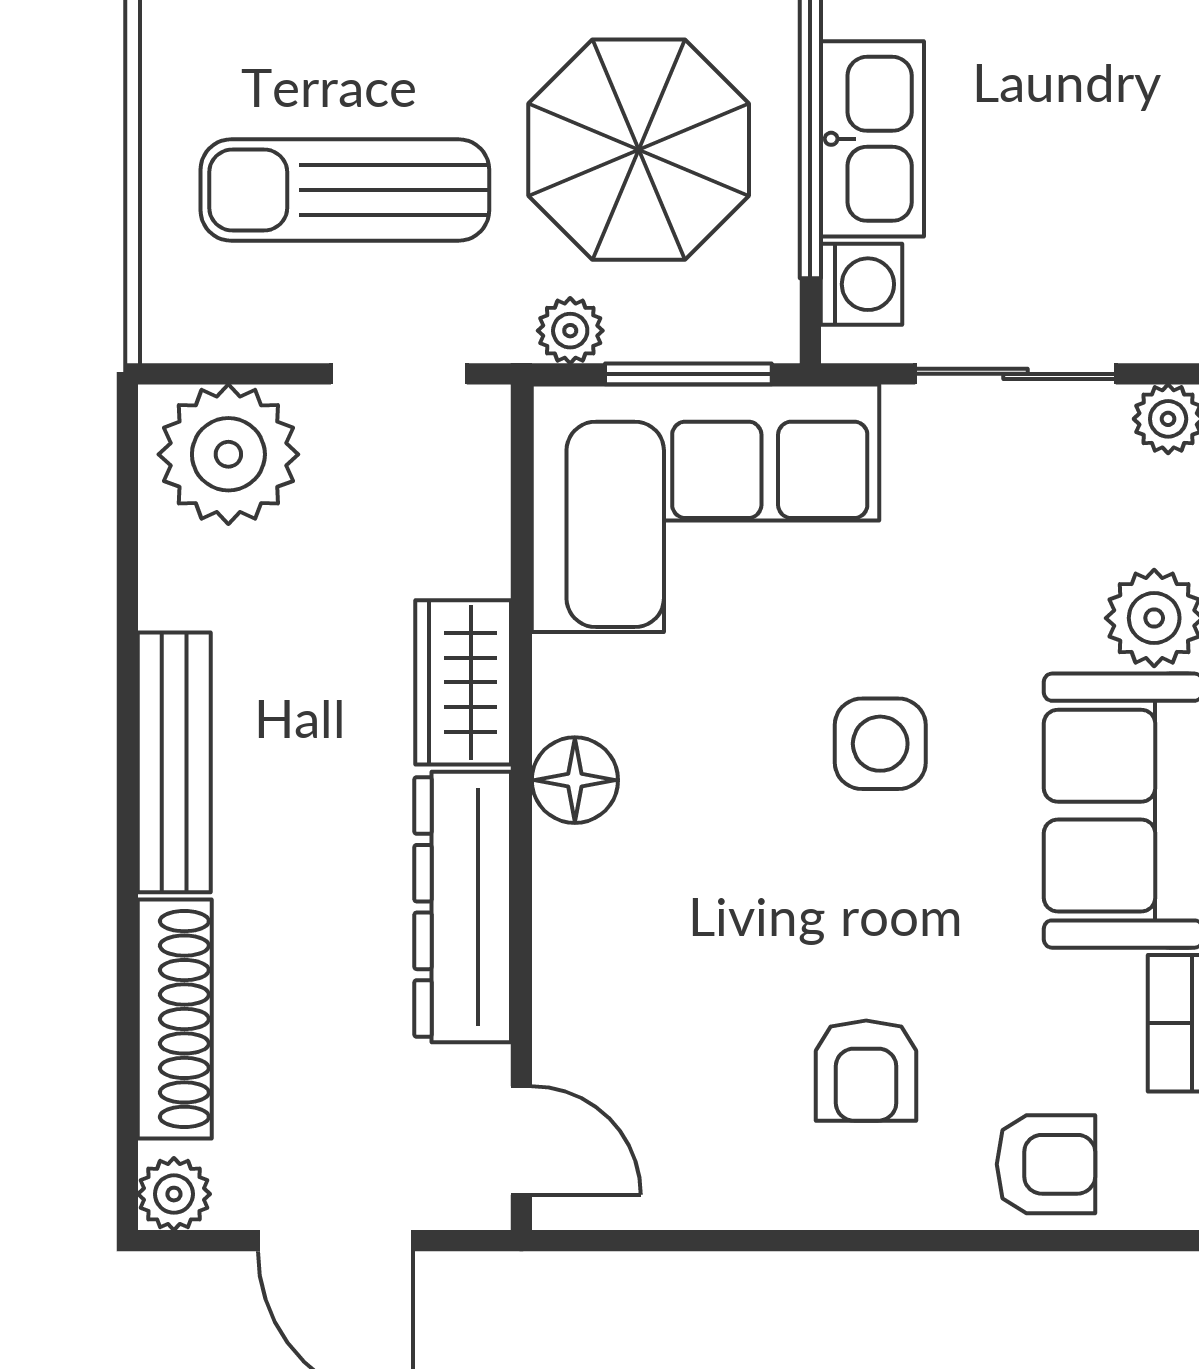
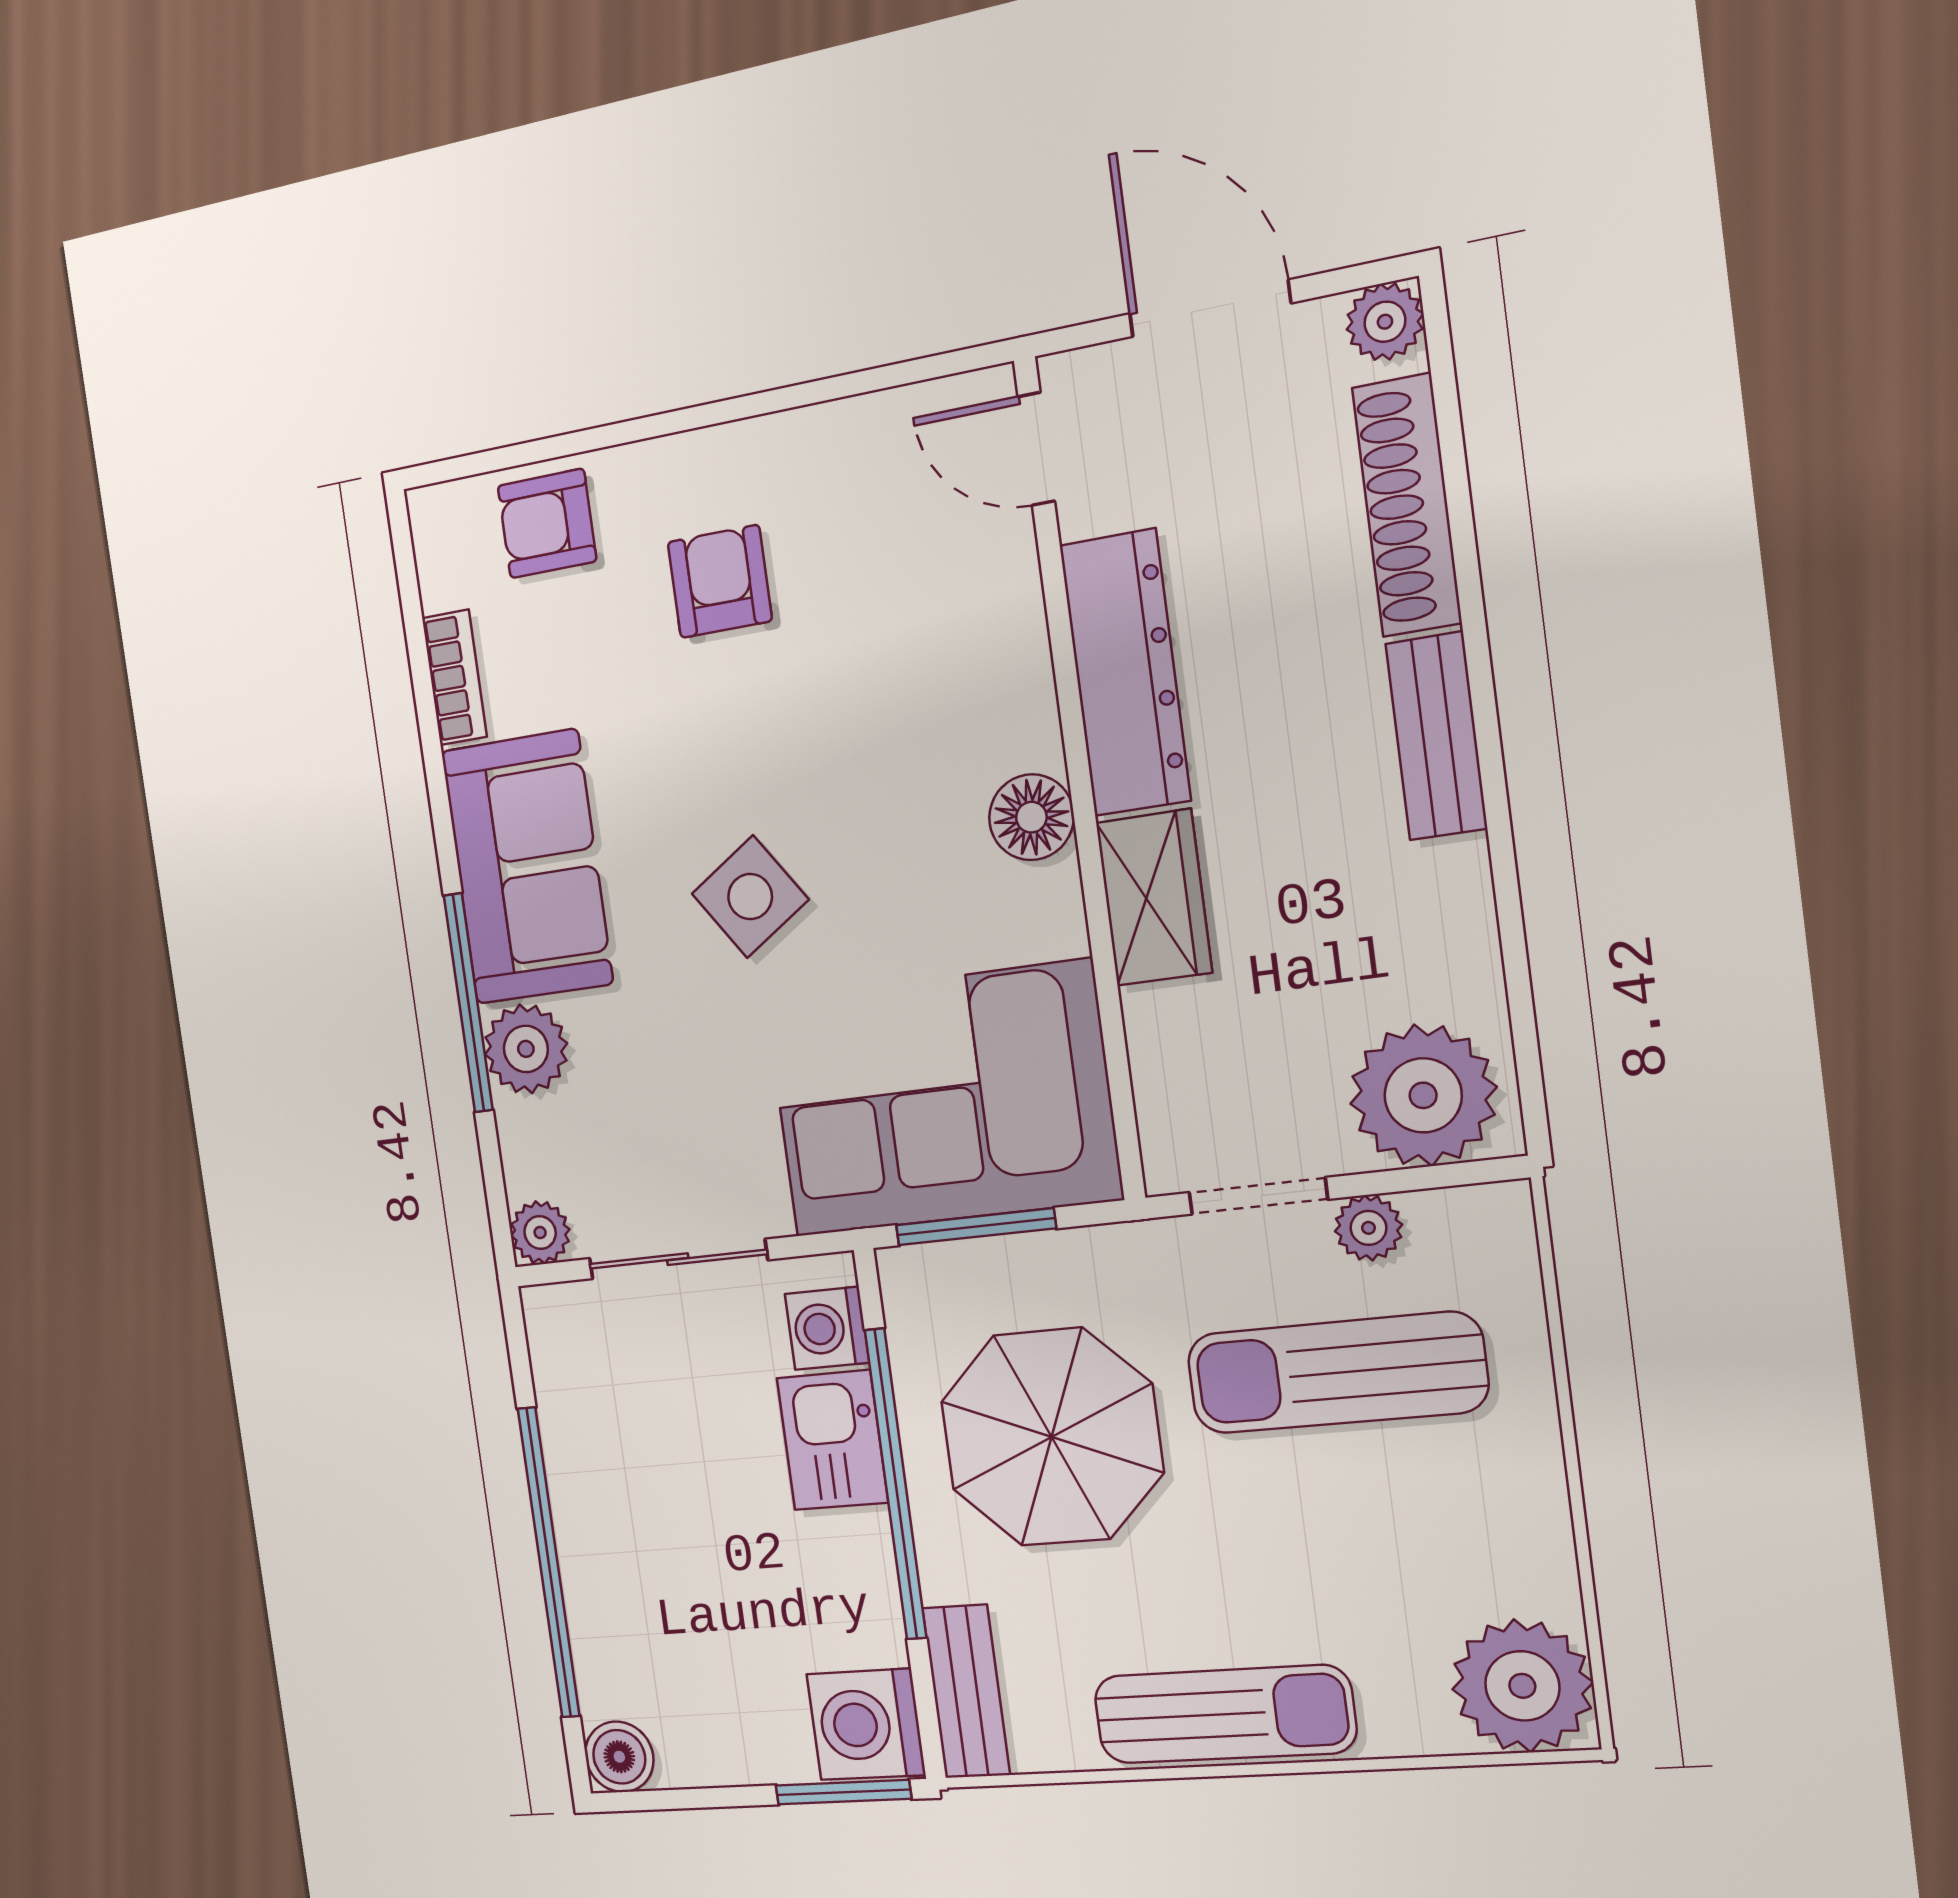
kitchen sink: (872, 139) -> (832, 1440), width x0.73
sun lounger: (345, 190) -> (1336, 1373), turned 180
plant: (570, 331) -> (1368, 1228), moved
side table: (880, 744) -> (750, 897), turned -34
bench: (174, 762) -> (1436, 736), width x0.73

